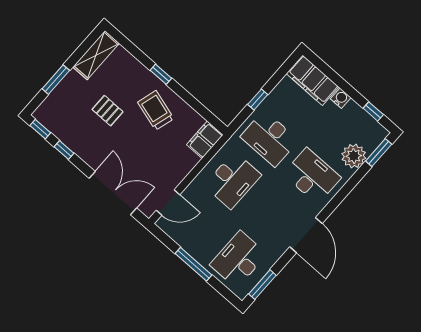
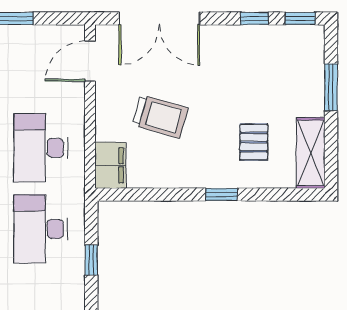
trolley: (156, 110) -> (160, 116), moved
pallet: (108, 111) -> (254, 142), moved, turned 90
desk: (269, 138) -> (41, 229), turned -90

